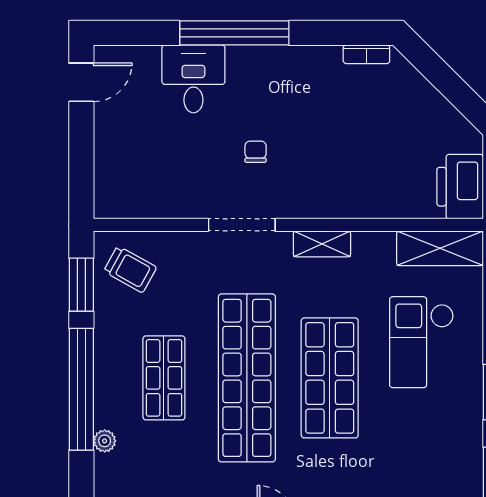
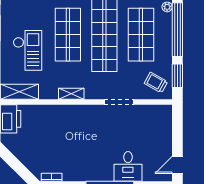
chair: (256, 152) -> (101, 134), removed
doorway: (242, 225) -> (119, 102), moved
shop shelf: (164, 378) -> (141, 35), width x1.43, depth x1.36

